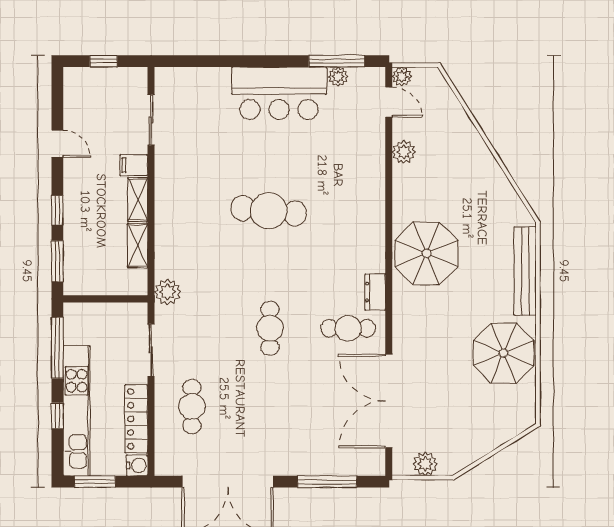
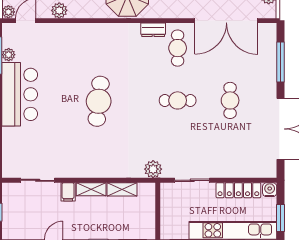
cafe table: (192, 406) -> (230, 100), moved, turned 90

